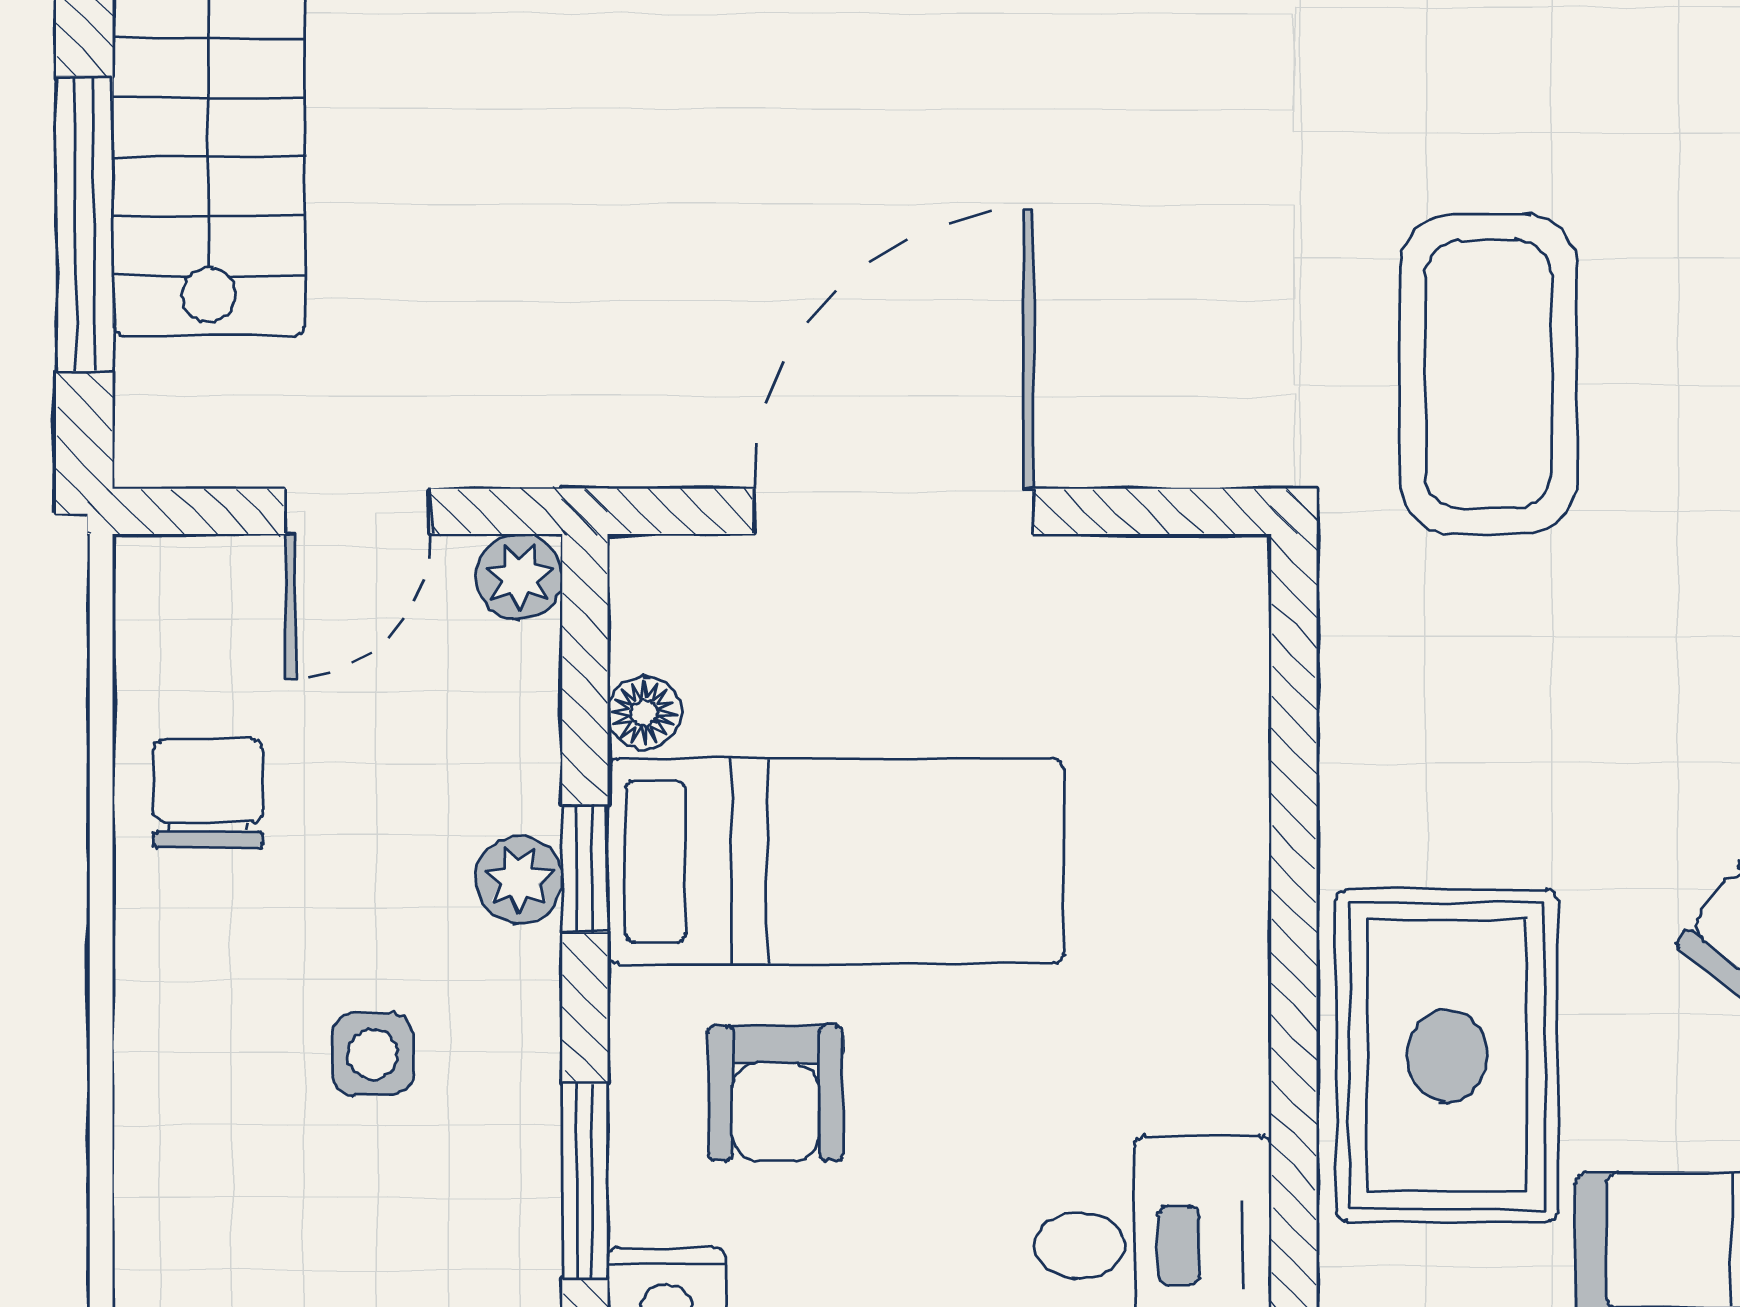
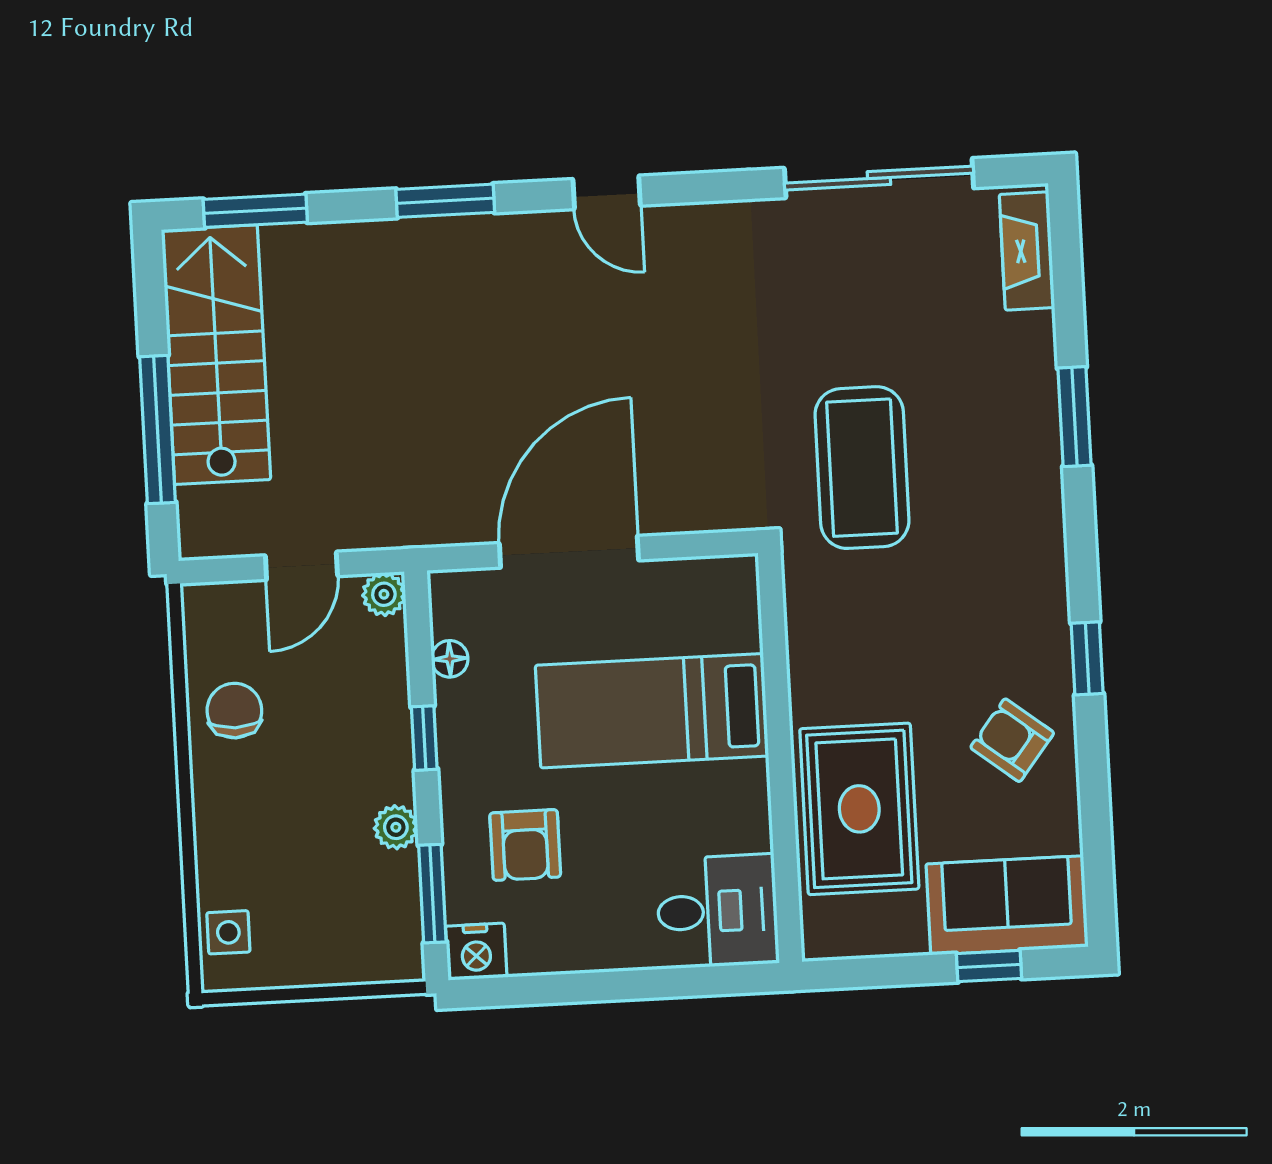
bed: (836, 861) -> (652, 711), moved, turned 180
plant: (519, 880) -> (396, 827), moved
side table: (373, 1054) -> (228, 932), moved

